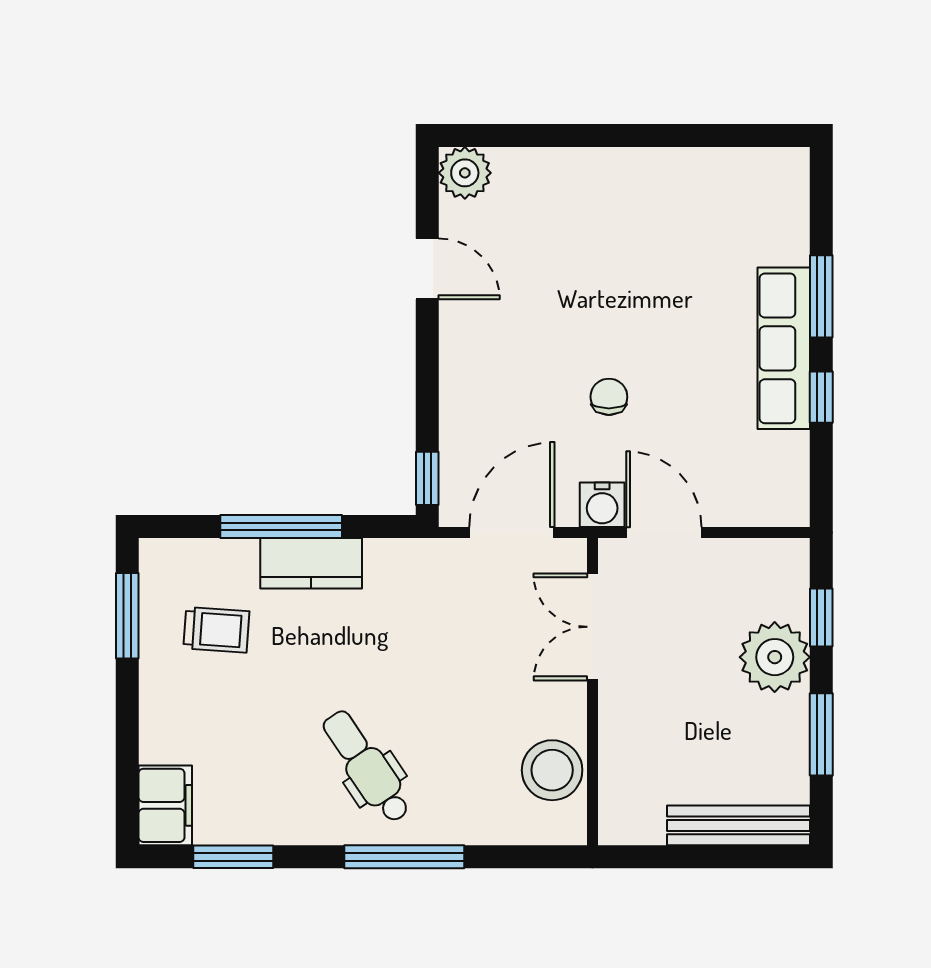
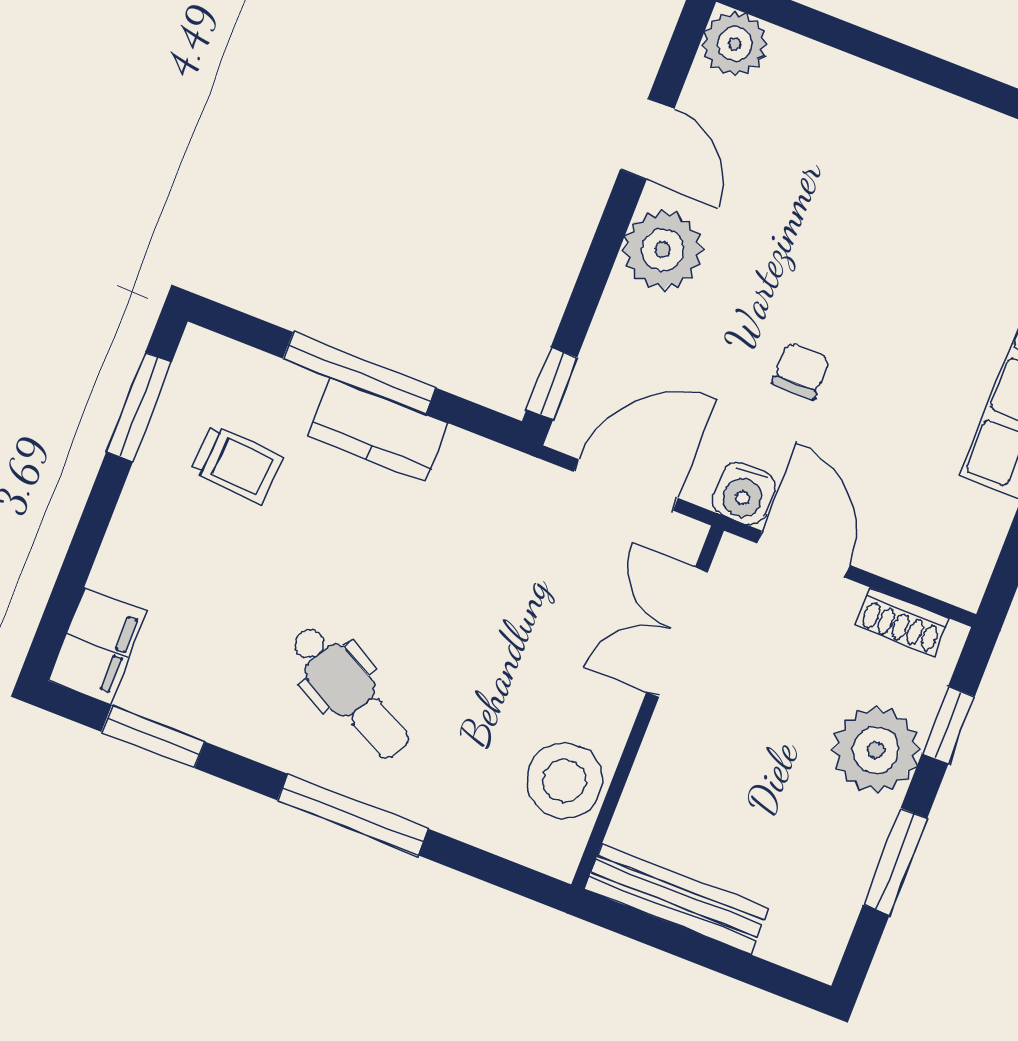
plant: (471, 347) -> (663, 250), added
shoe rack: (757, 554) -> (902, 622), added
dental chair: (366, 767) -> (350, 692), turned 153
bench: (738, 825) -> (676, 899), moved

